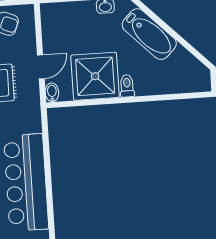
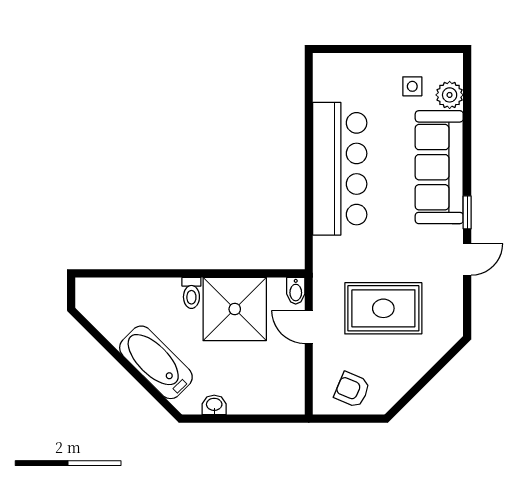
door: (41, 67) -> (309, 327), hinge flipped

